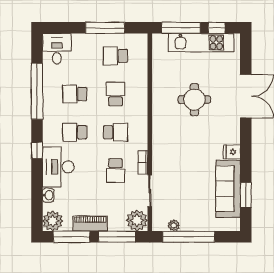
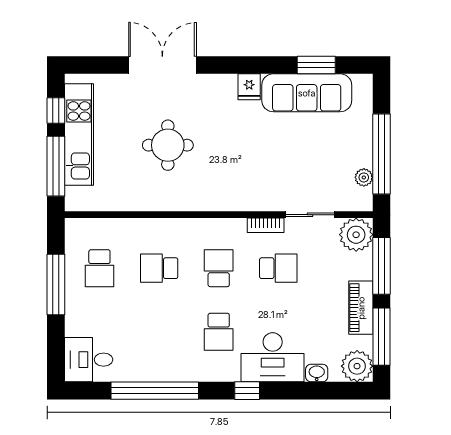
school desk: (75, 94) -> (159, 332), removed

